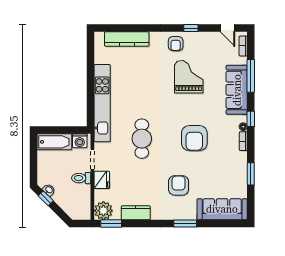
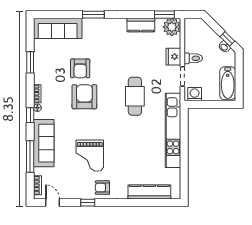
armchair: (176, 44) -> (102, 188), turned -90
bathtub: (54, 142) -> (228, 83), moved, turned -90
armchair: (179, 185) -> (80, 68), moved

